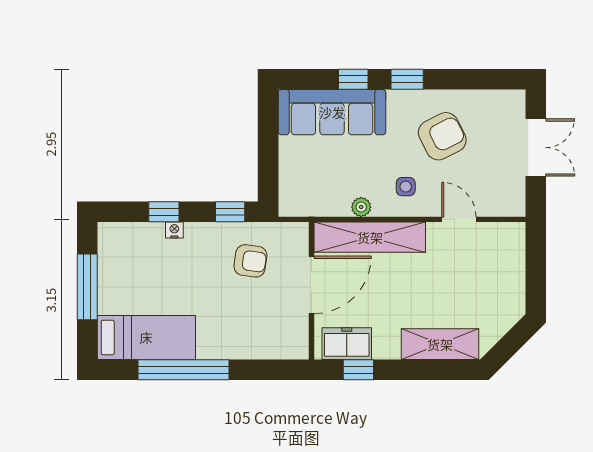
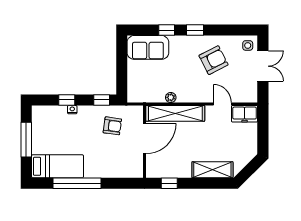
sofa: (332, 112) -> (148, 47), width x0.73
side table: (406, 187) -> (248, 45), moved
freezer: (347, 344) -> (245, 114), moved, turned 180

